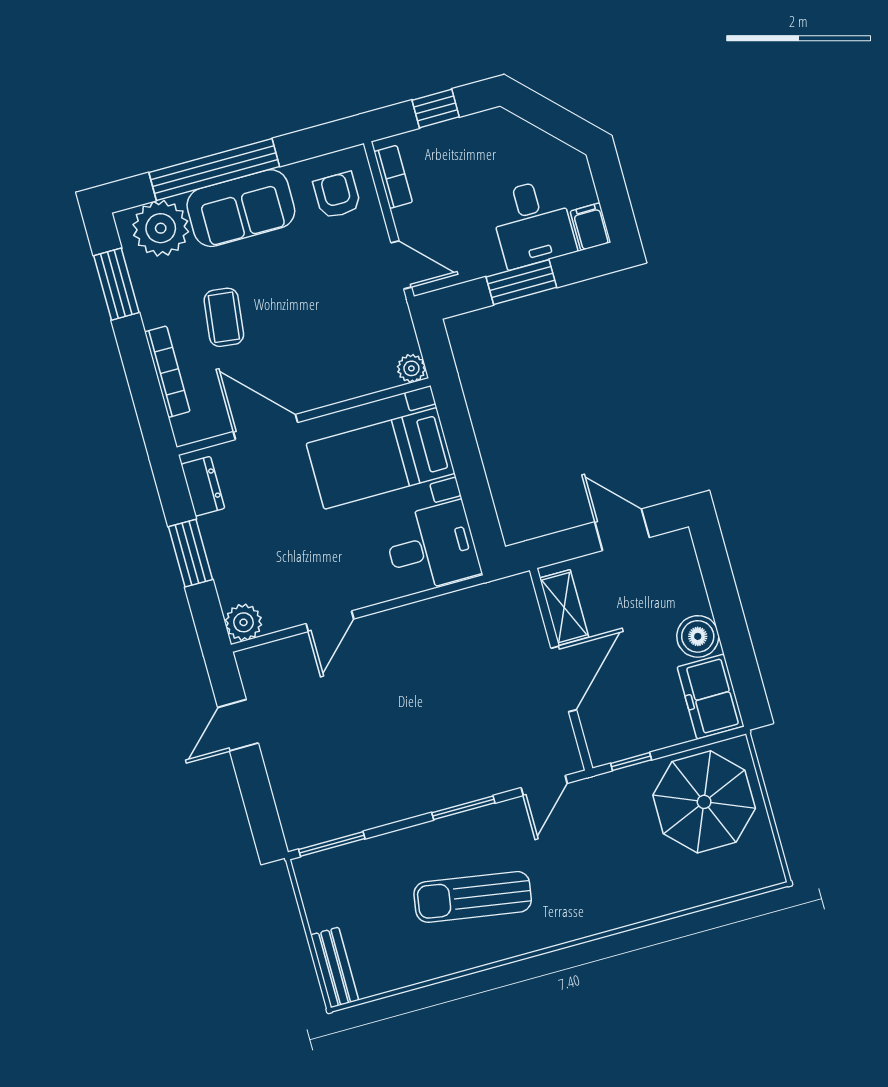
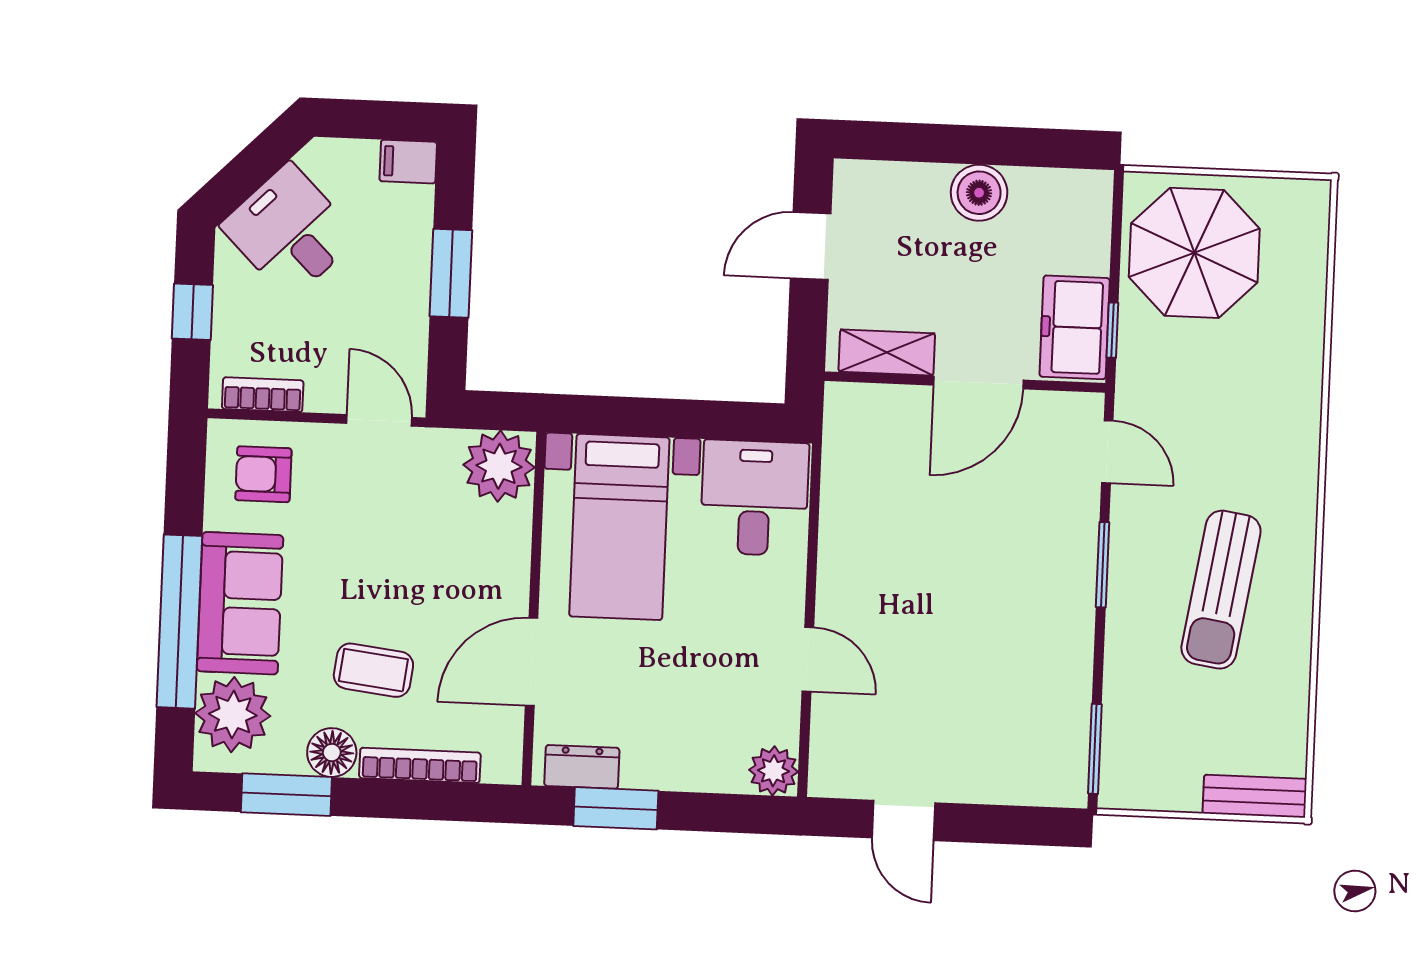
desk: (533, 223) -> (290, 231), moved, turned -135
door: (401, 265) -> (379, 420), hinge flipped
floor lamp: (156, 307) -> (332, 753), added
plant: (411, 368) -> (499, 466), width x1.88, depth x1.88
window: (191, 553) -> (616, 808), moved
door: (564, 679) -> (978, 383), swing flipped
freezer: (711, 697) -> (1075, 327), moved, turned 90

